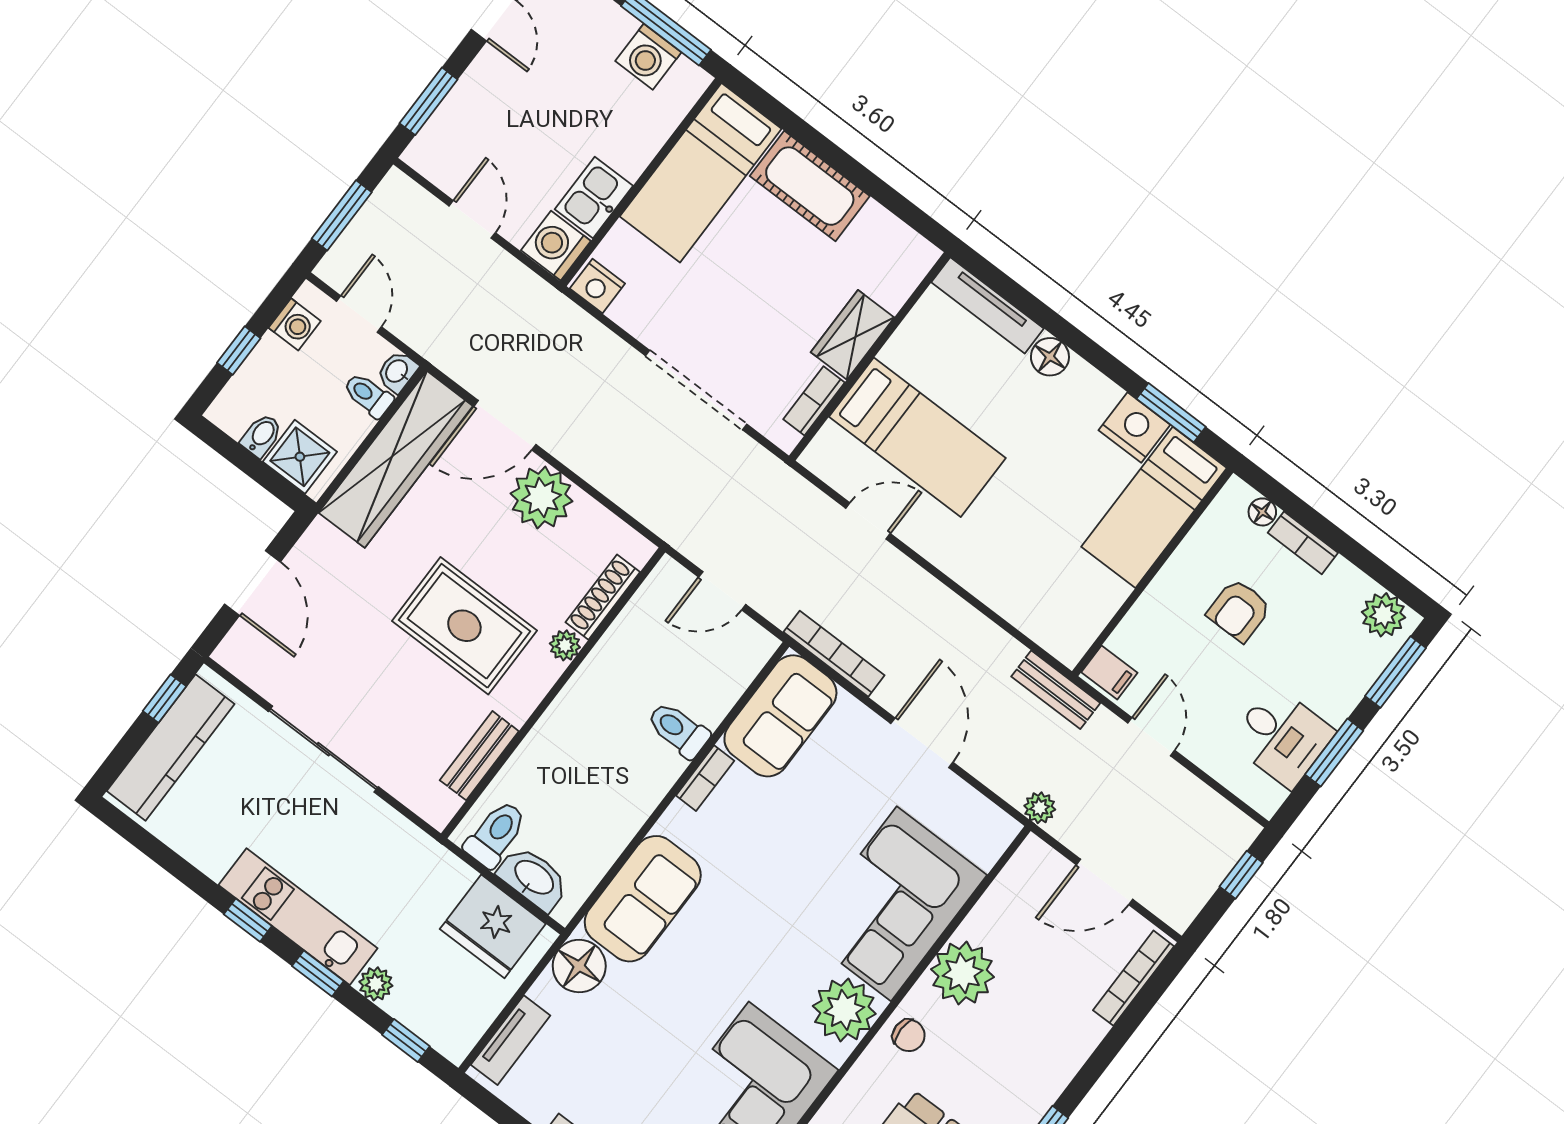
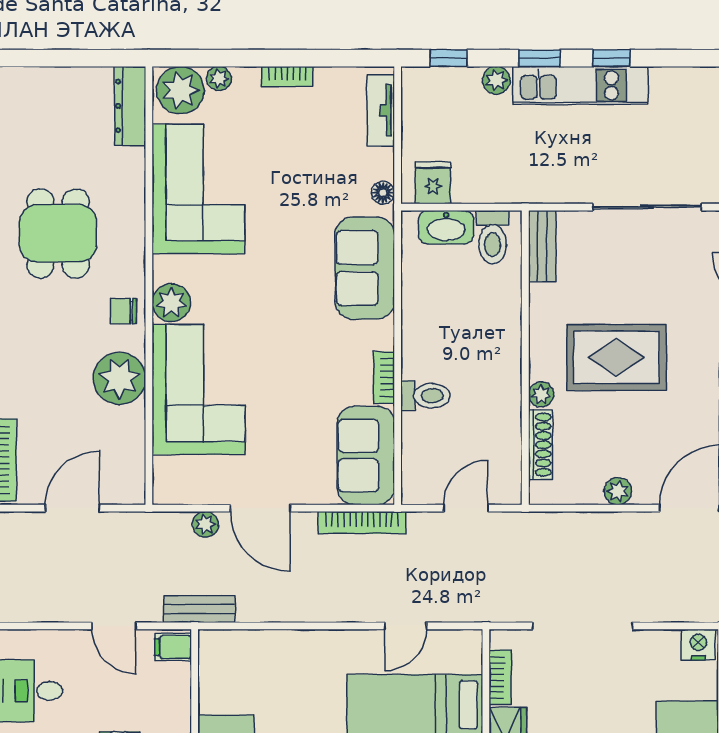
plant: (541, 497) -> (618, 491), width x0.53, depth x0.53
bench: (479, 756) -> (542, 246), moved
plant: (1040, 808) -> (205, 524), moved
fridge: (493, 926) -> (433, 183), width x0.53, depth x0.75
floor lamp: (579, 966) -> (383, 193), width x0.53, depth x0.53
plant: (844, 1010) -> (171, 303), width x0.73, depth x0.73

